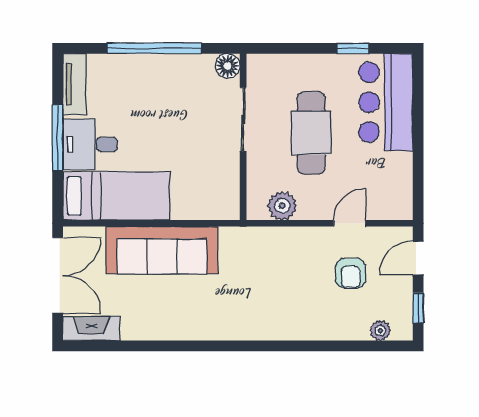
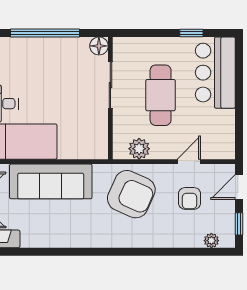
armchair: (272, 268) -> (131, 194), added

